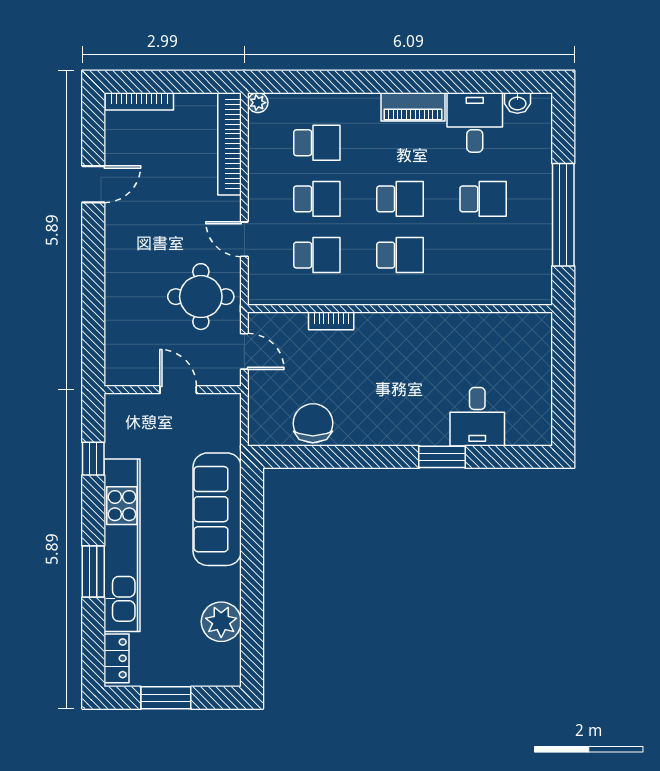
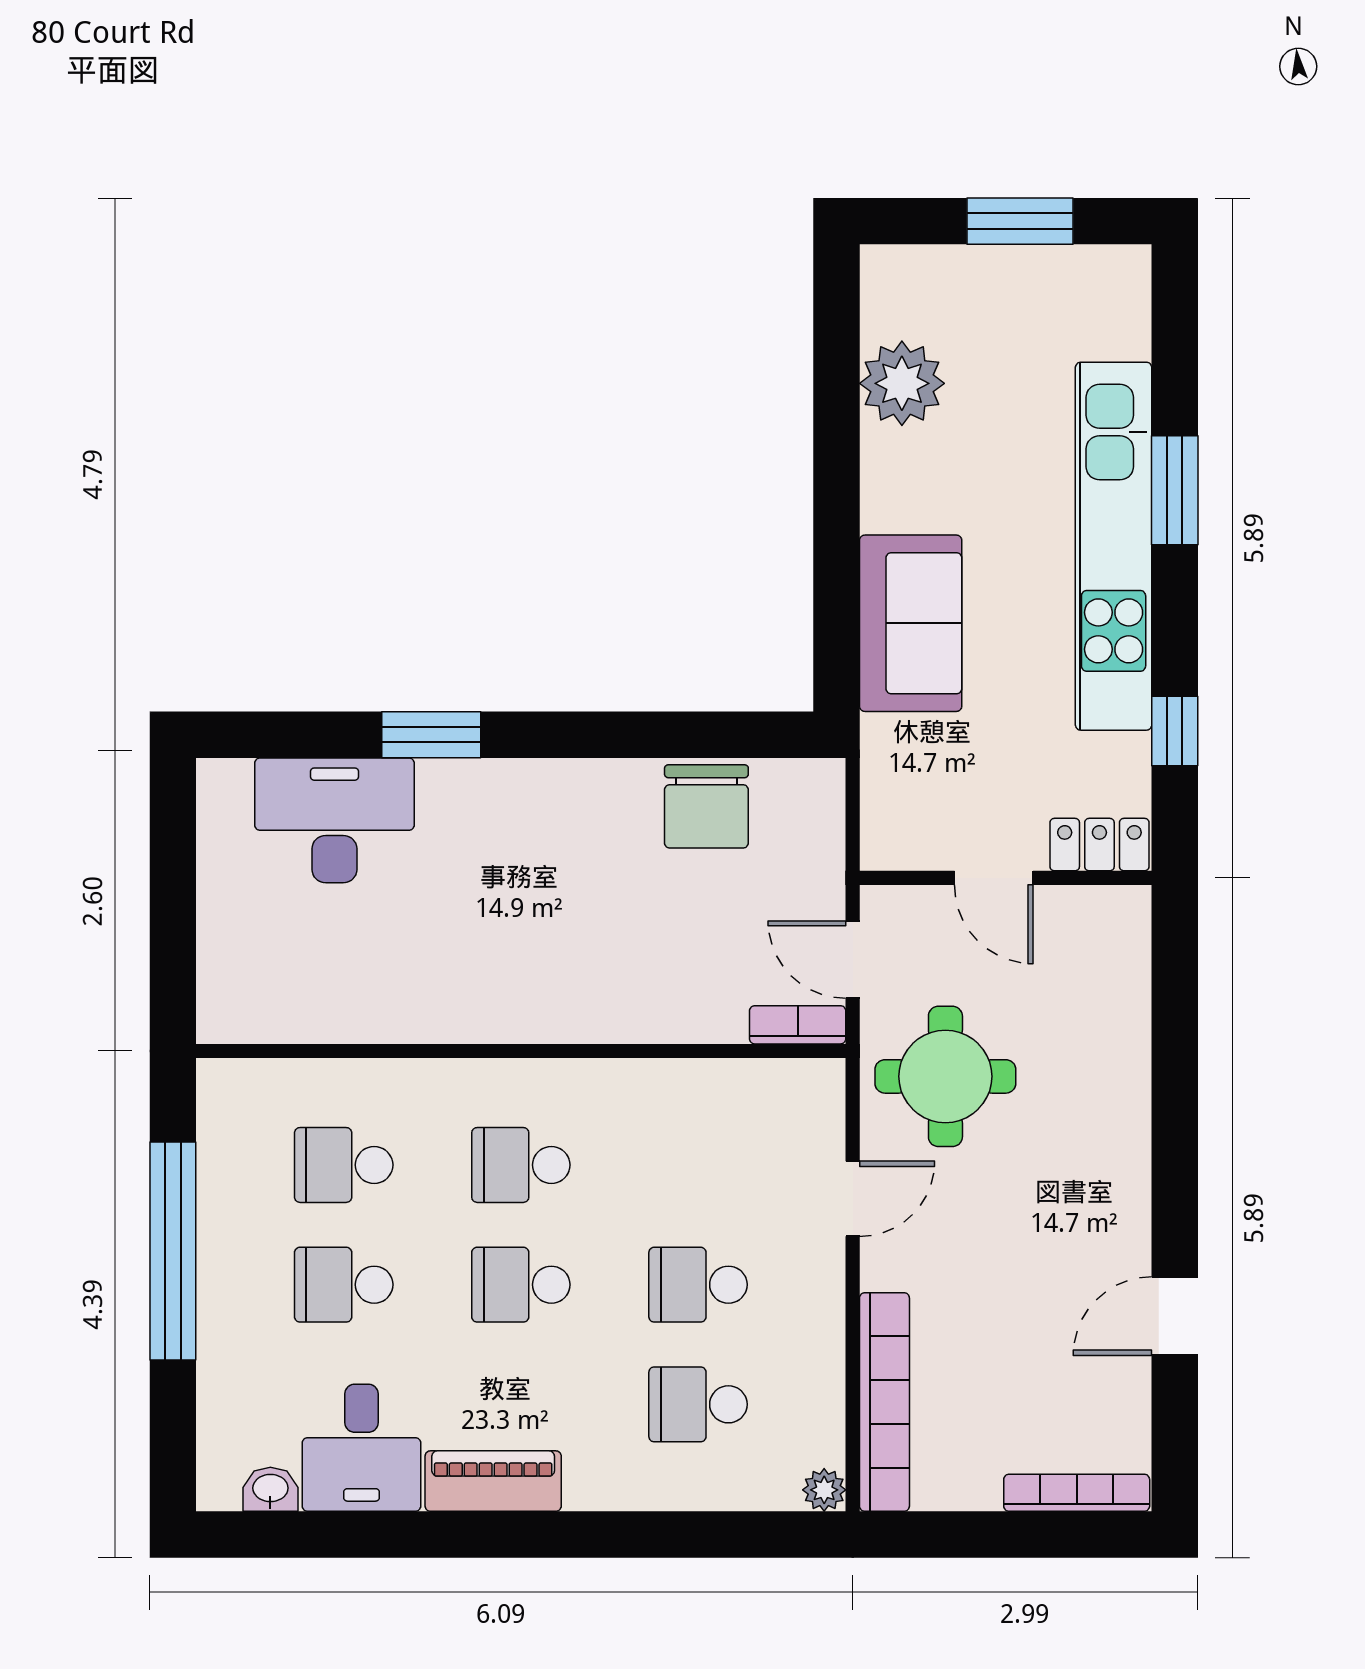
door: (244, 239) -> (853, 1199), hinge flipped
school desk: (317, 255) -> (344, 1165), moved
bookcase: (331, 321) -> (798, 1025), moved
desk: (477, 417) -> (334, 820), width x1.37
sofa: (217, 509) -> (911, 623), width x0.73
locker: (116, 658) -> (1099, 845), moved, turned 90

